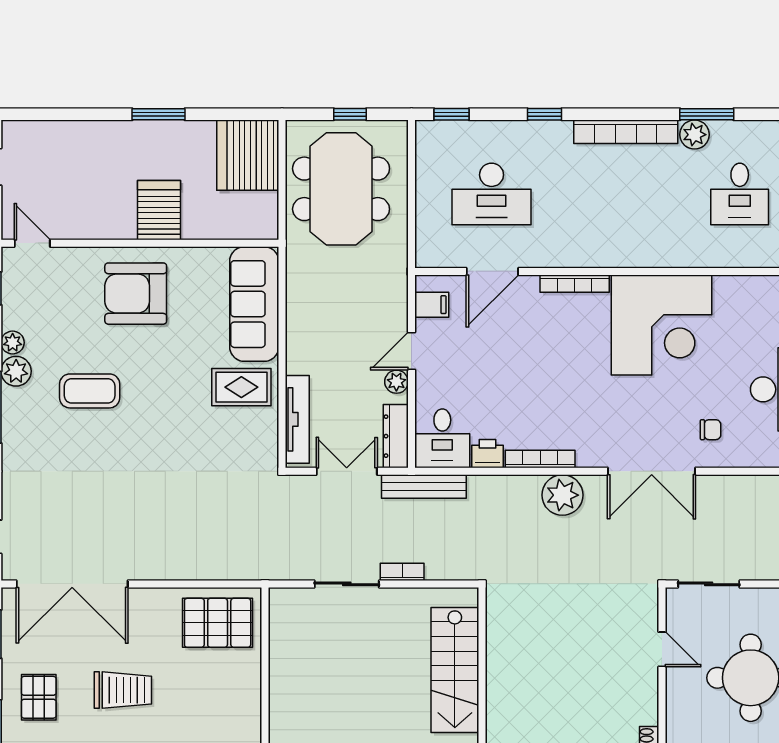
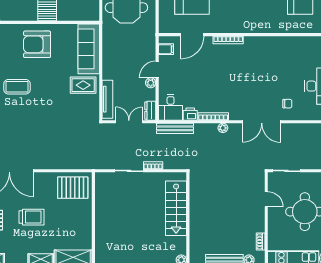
corner desk: (662, 325) -> (266, 58), removed
dresser: (396, 436) -> (150, 111), width x0.70
bench: (424, 486) -> (175, 128), moved
plant: (562, 495) -> (223, 128), width x0.53, depth x0.53

